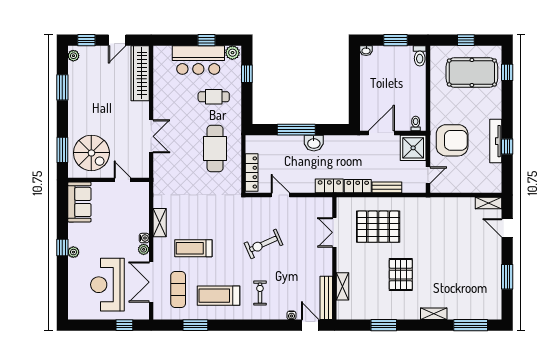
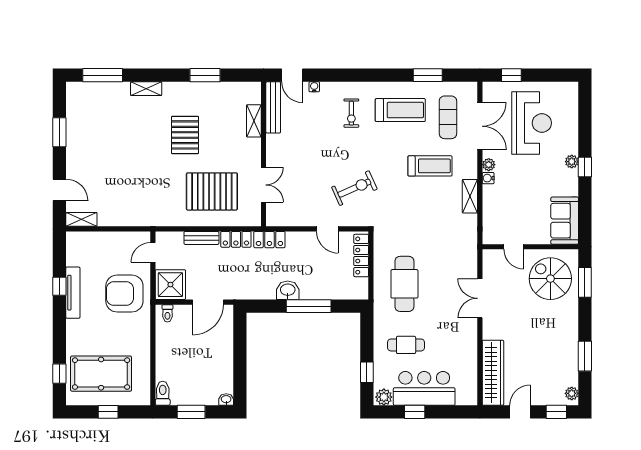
exercise bike: (263, 244) -> (354, 188), moved

